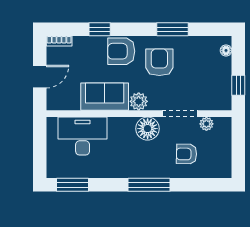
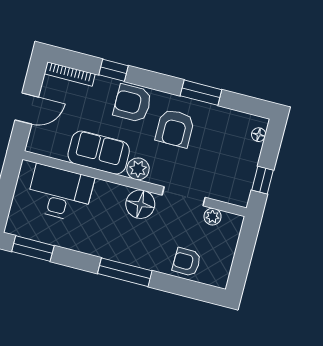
bookcase: (59, 41) -> (70, 74), width x1.56
armchair: (159, 62) -> (175, 128), turned 180
armchair: (186, 154) -> (187, 262), moved

